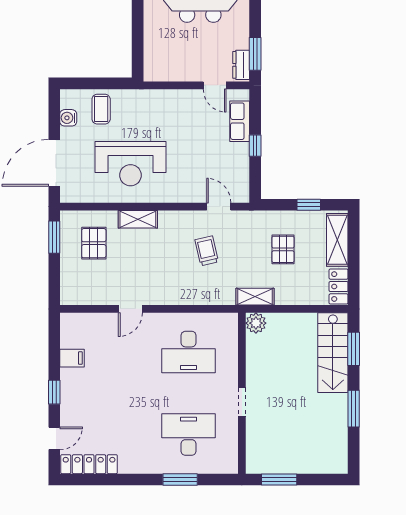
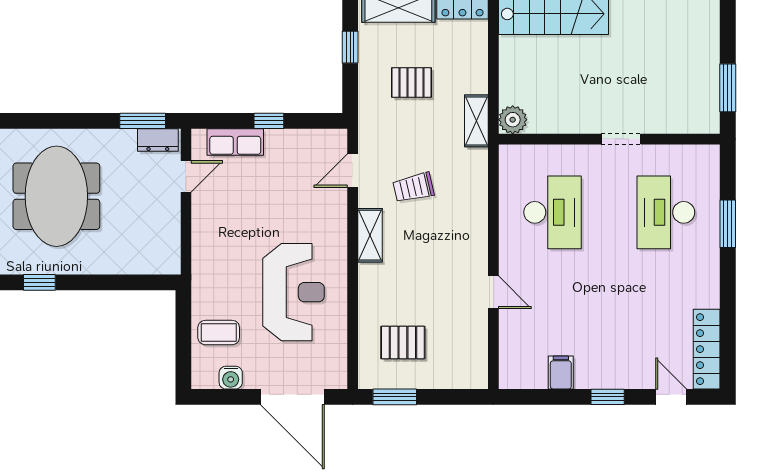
shelving: (138, 219) -> (370, 235), moved

